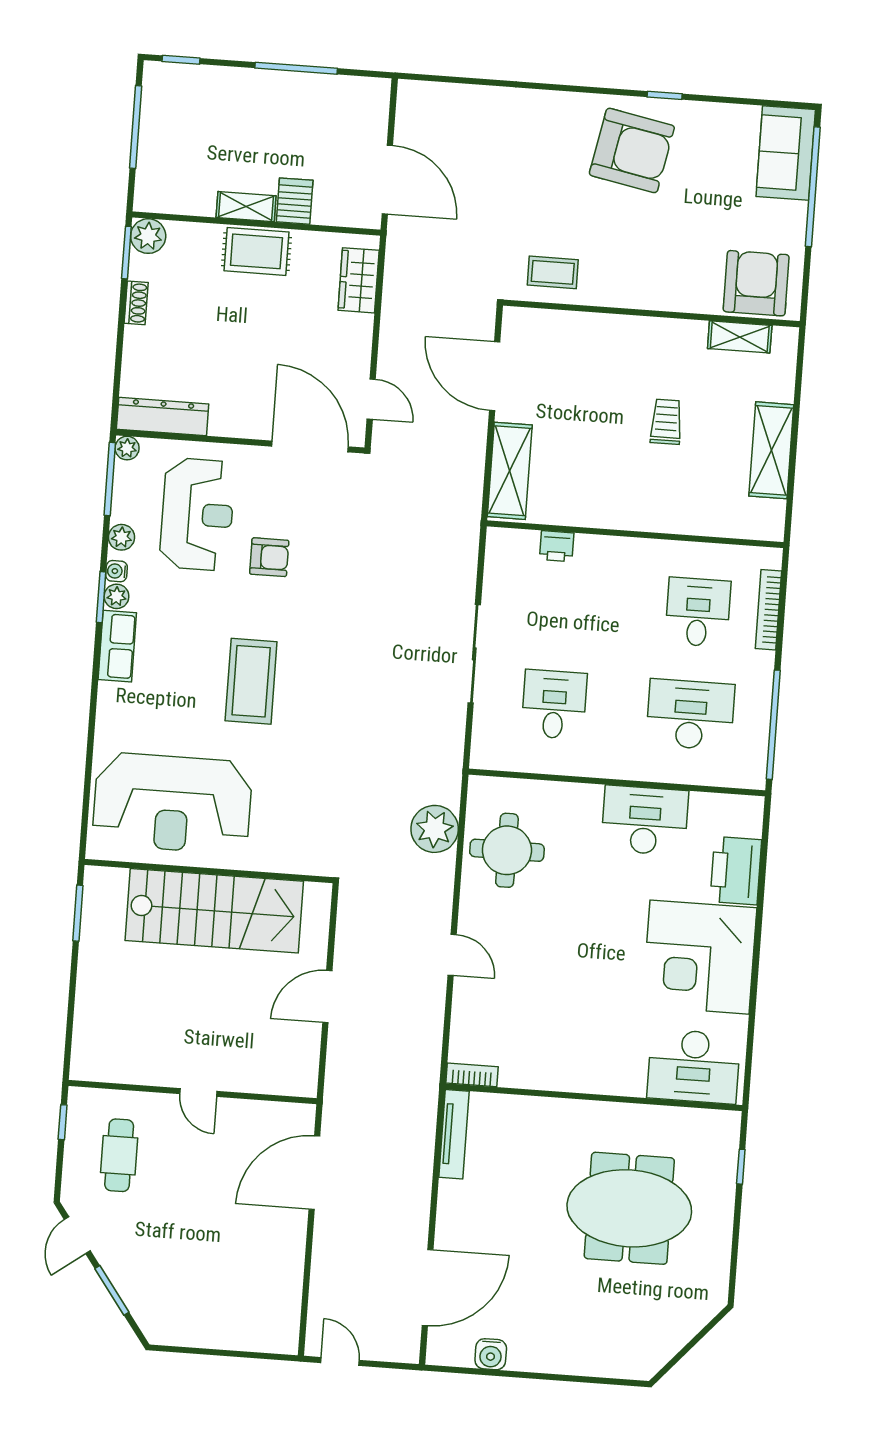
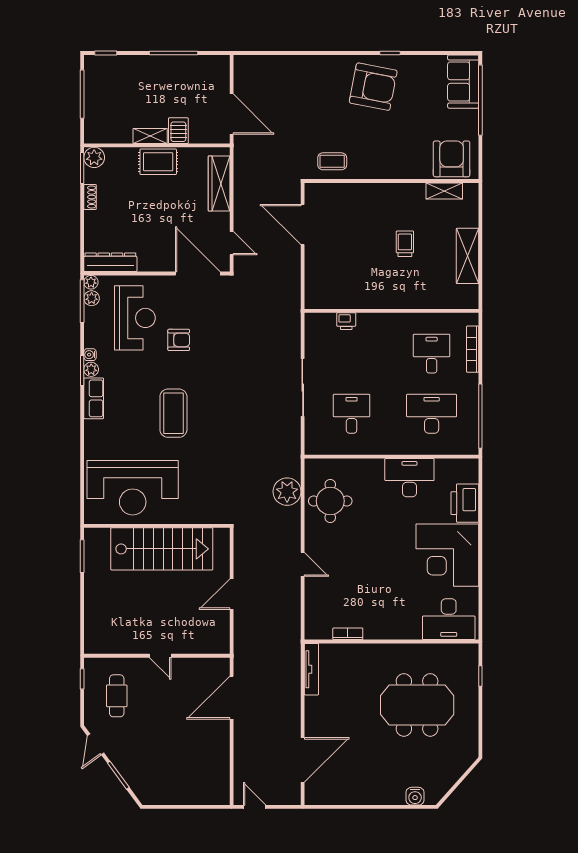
wardrobe: (359, 280) -> (219, 183), width x1.50
shelving: (510, 471) -> (316, 279), removed
plant: (122, 537) -> (92, 298), moved
bookcase: (472, 1075) -> (348, 634), moved
water cooler: (491, 1354) -> (415, 796), moved

